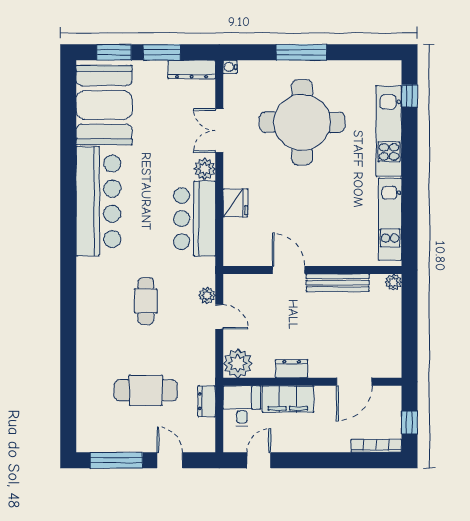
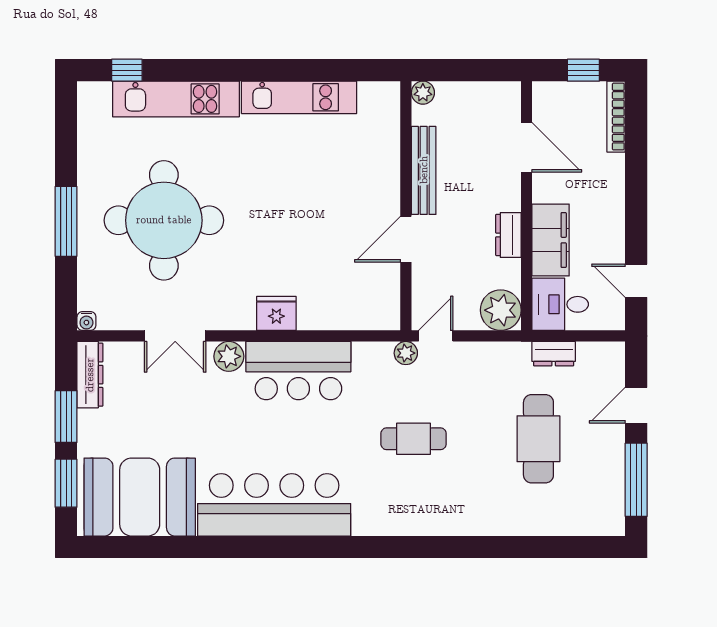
door: (289, 270) -> (406, 239), moved
wall: (312, 270) -> (406, 206), moved
plant: (393, 282) -> (423, 93), moved
bench: (338, 283) -> (424, 170), moved

